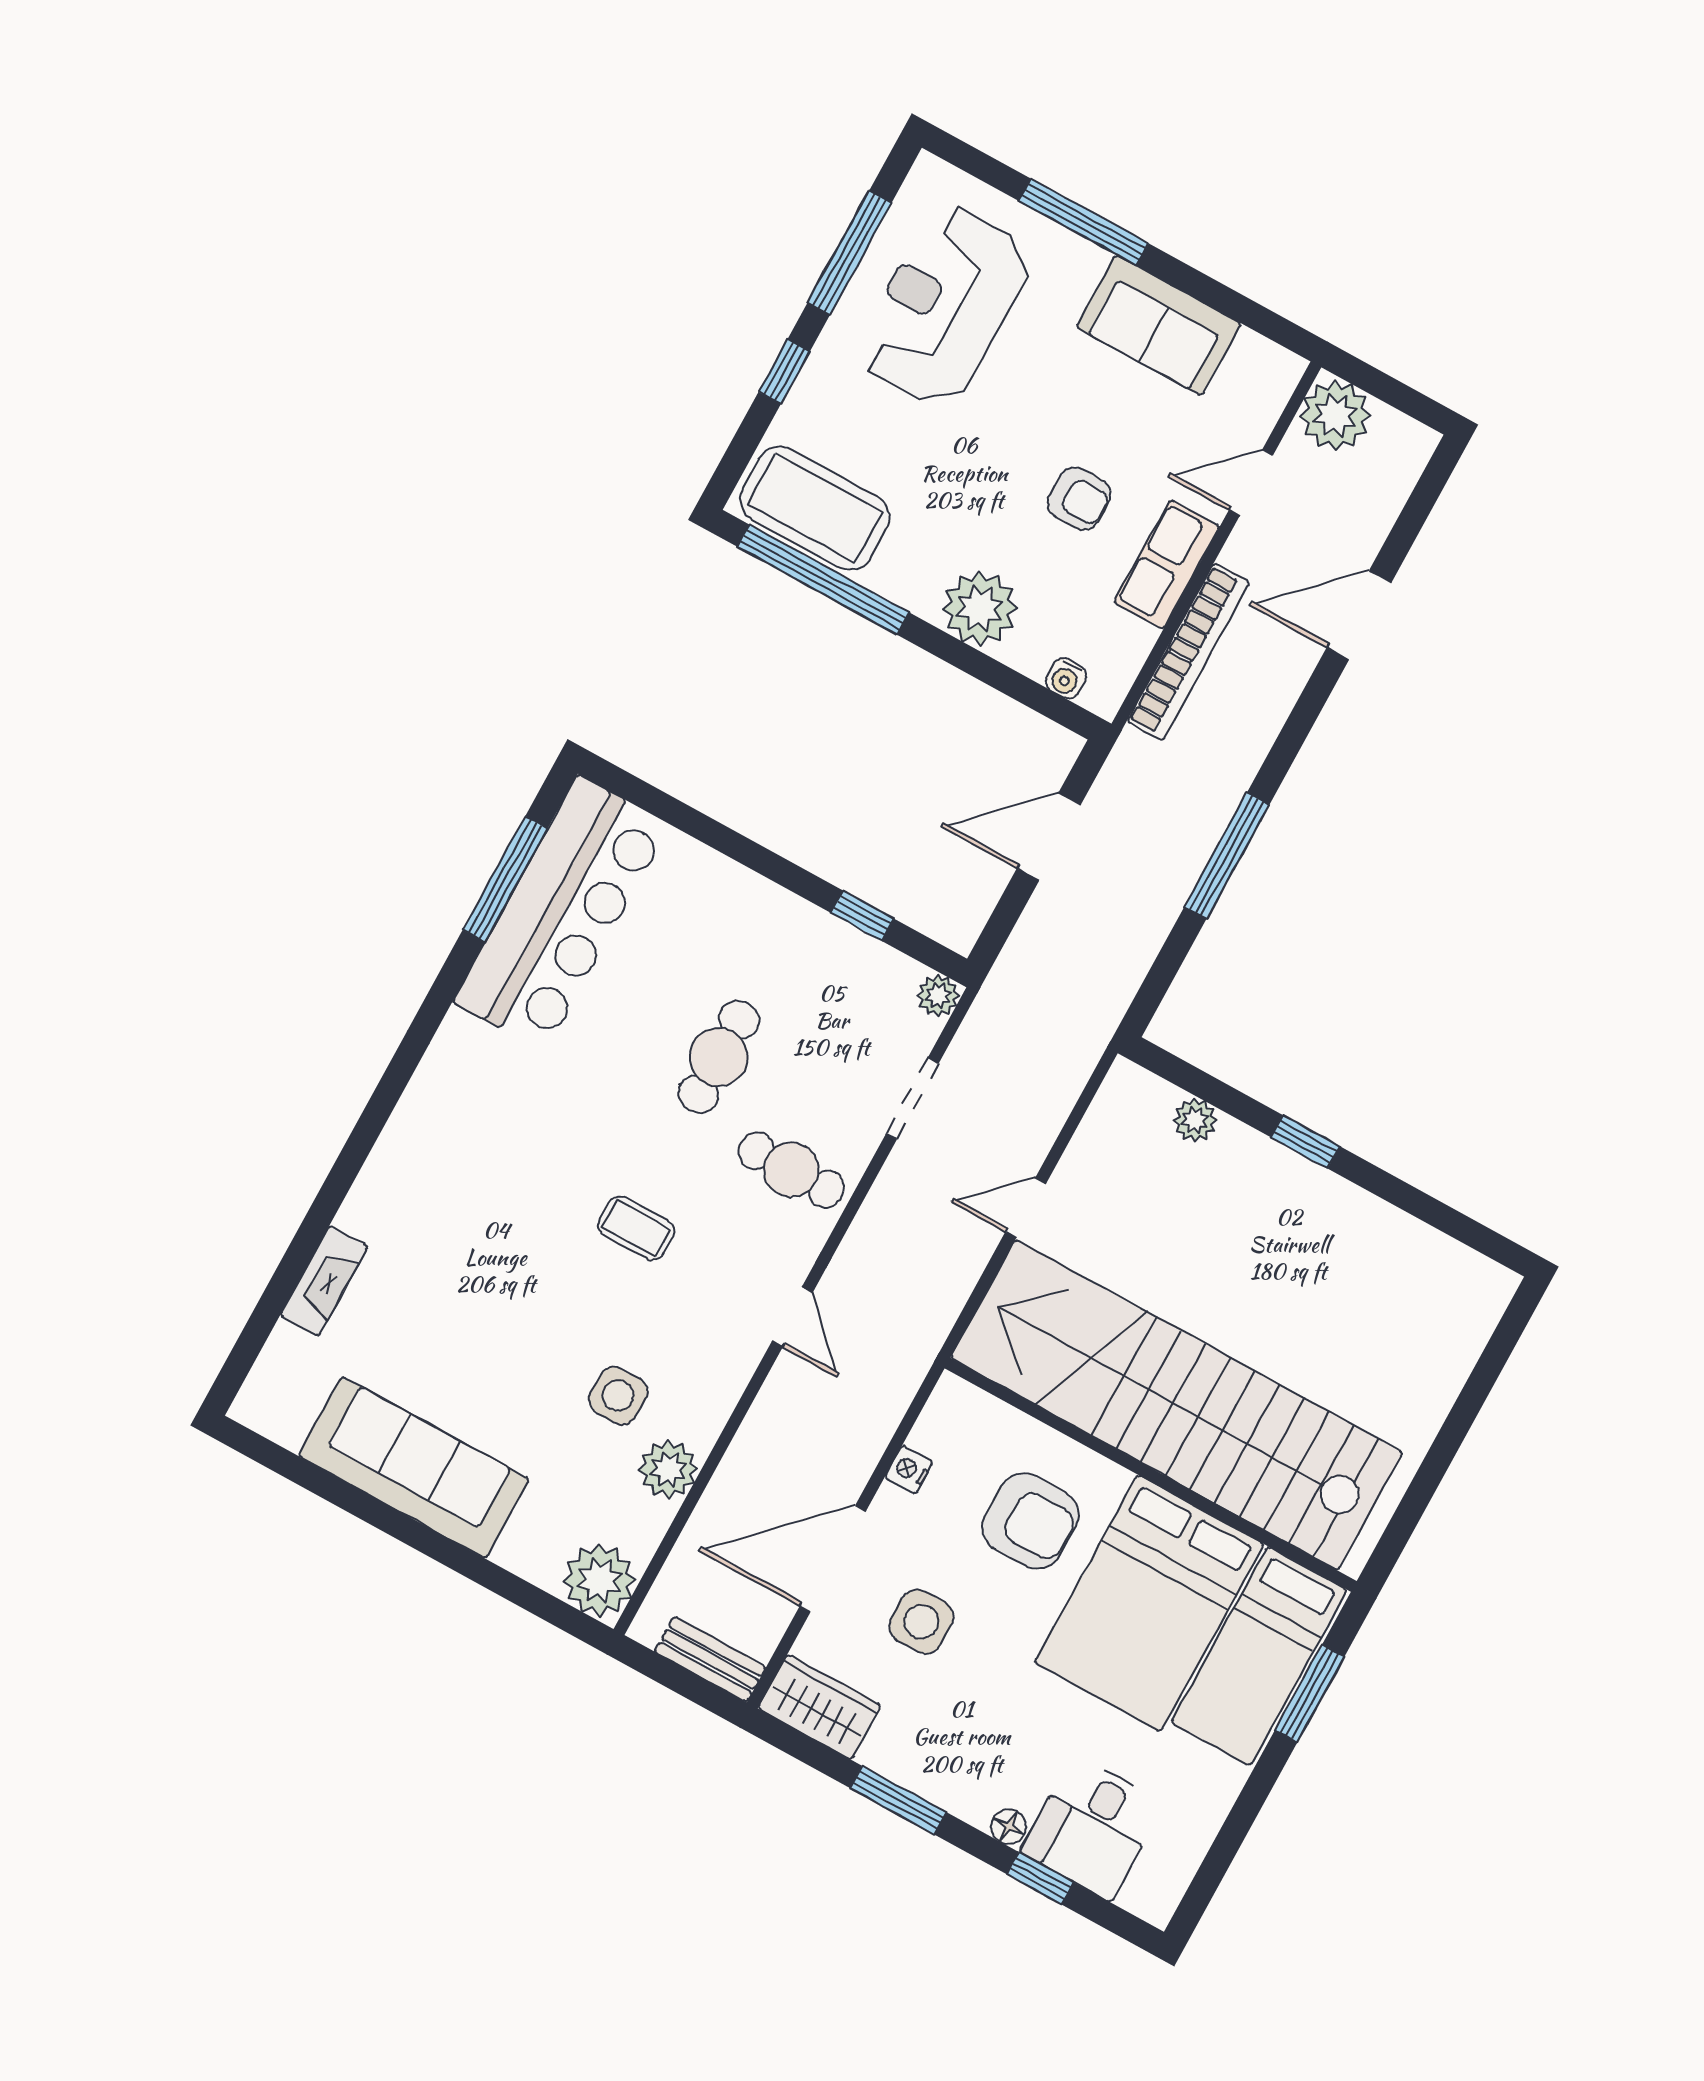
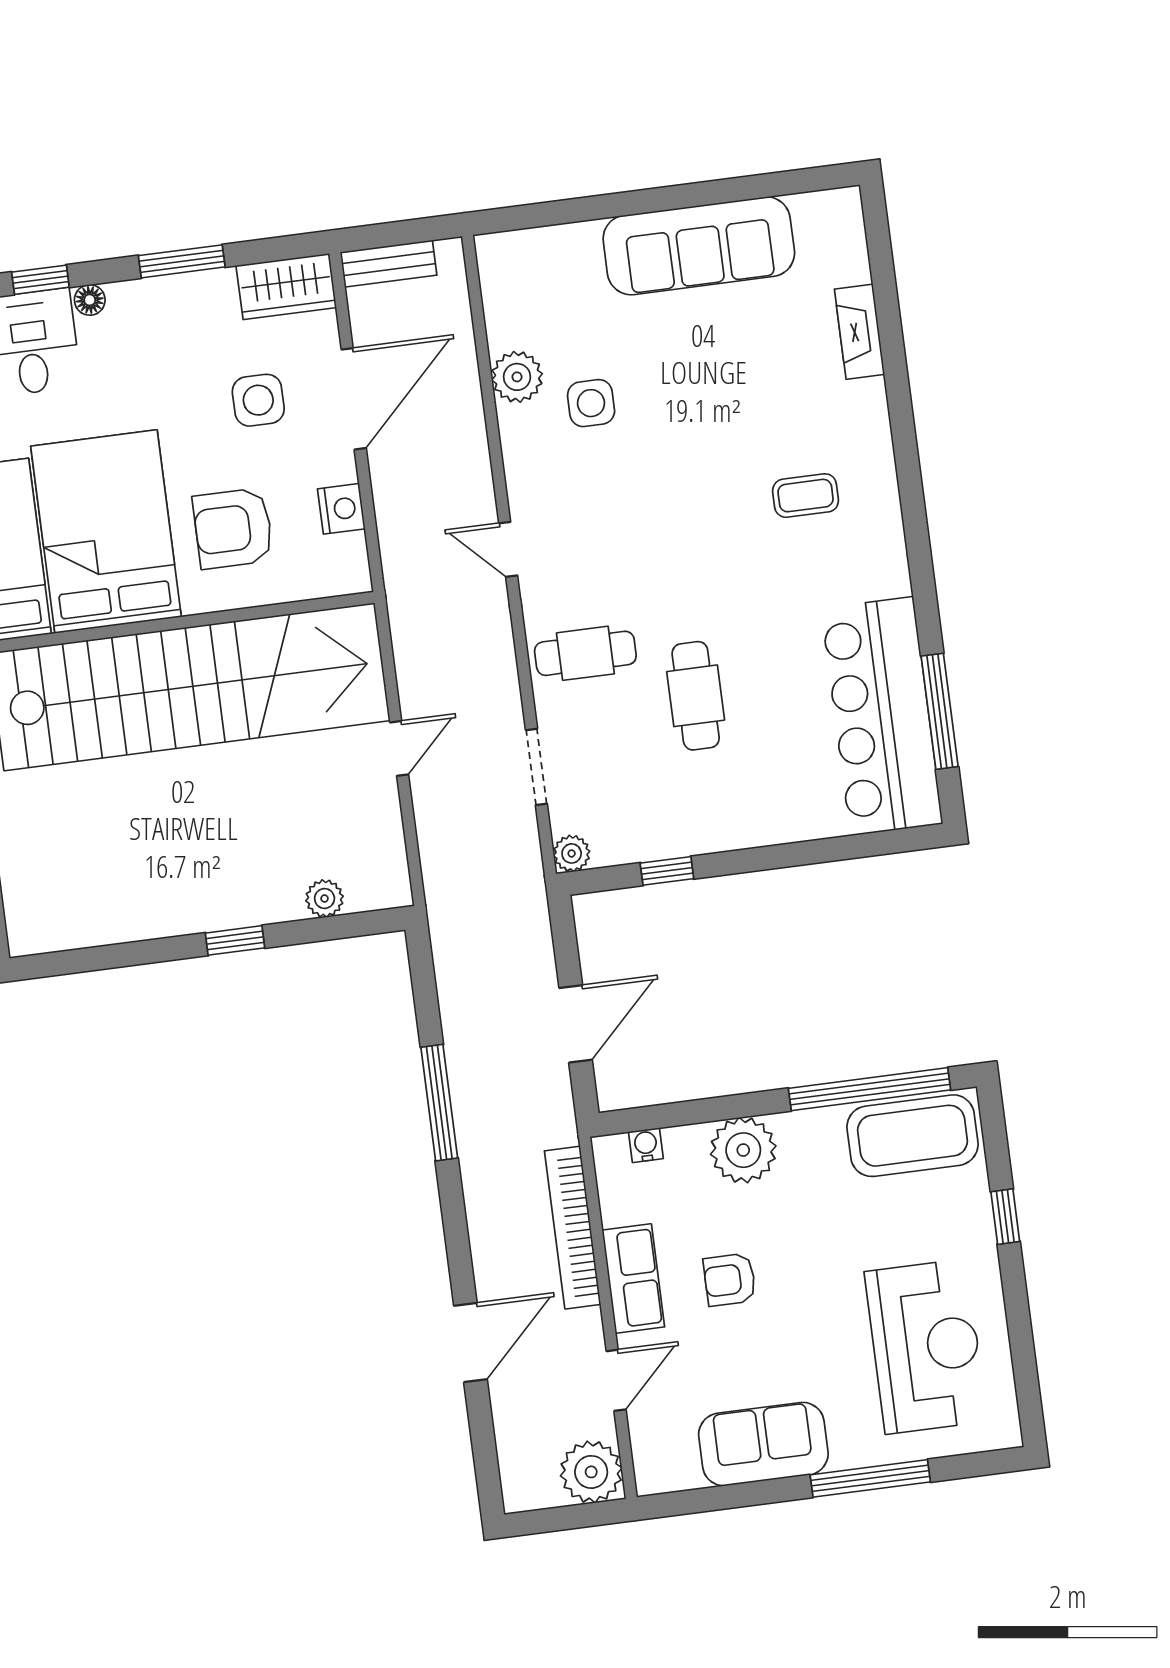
window: (849, 253) -> (1021, 1335), removed
coffee table: (636, 1228) -> (806, 496), moved
nightstand: (909, 1470) -> (341, 509), width x1.39, depth x1.35
plant: (599, 1580) -> (508, 262), removed

